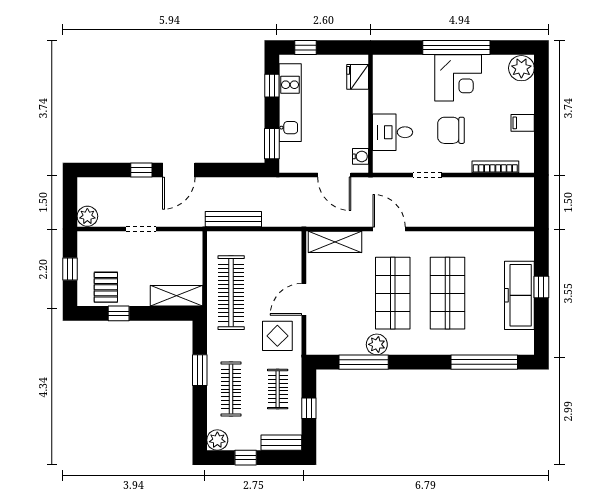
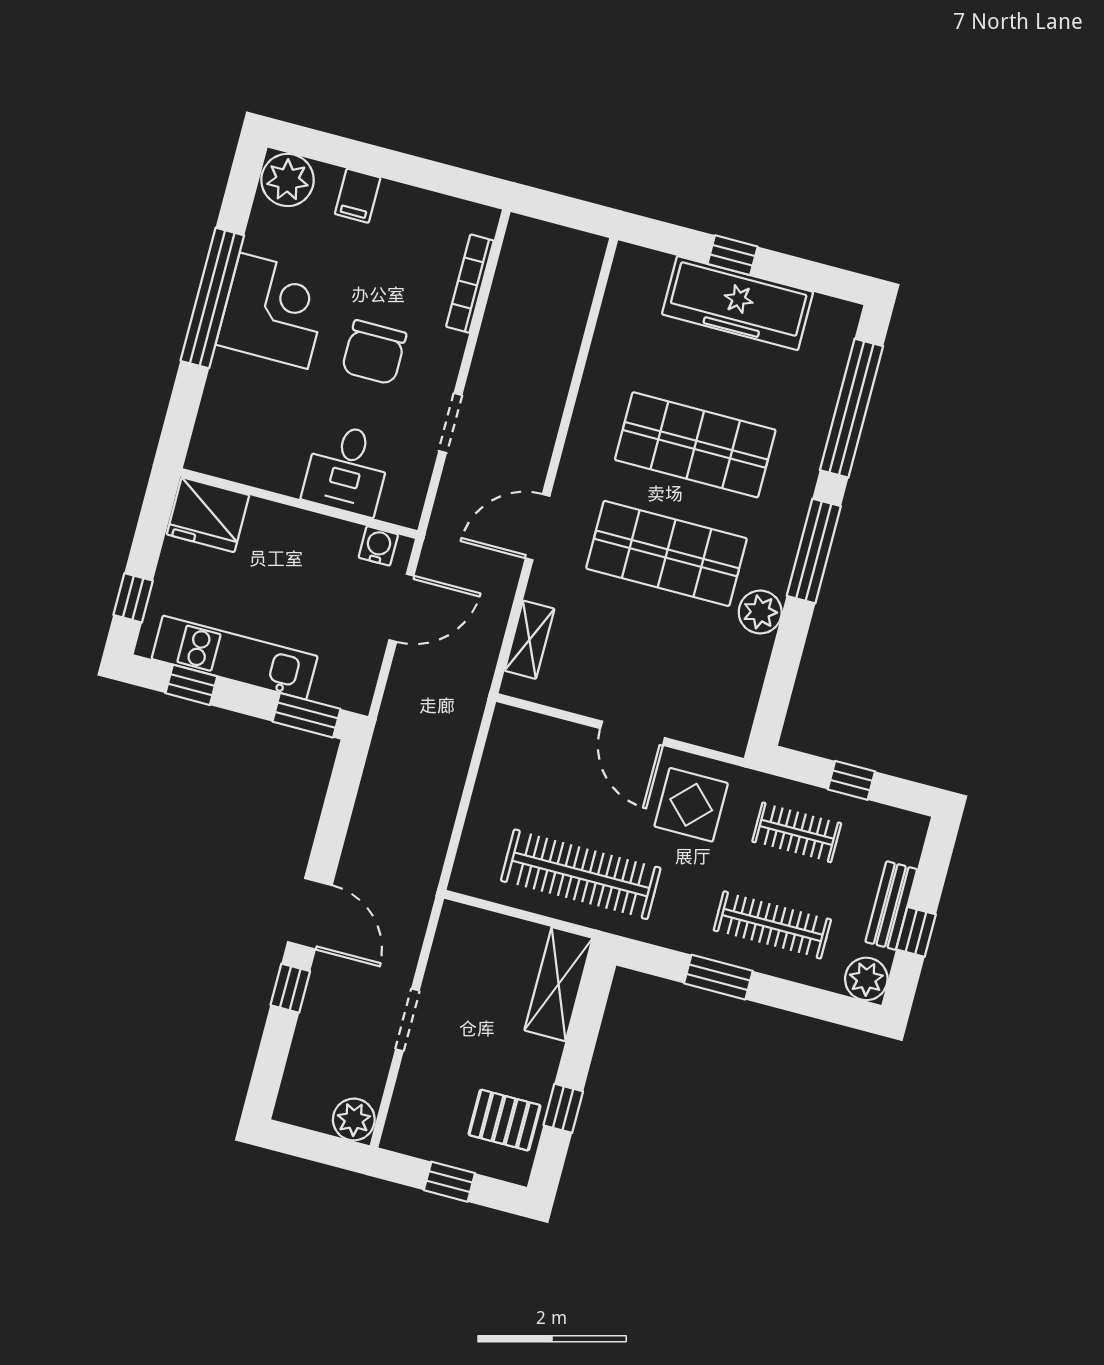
fridge: (358, 77) -> (208, 515), width x1.36, depth x1.34
filing cabinet: (523, 123) -> (358, 196), moved
bench: (233, 219) -> (436, 831), removed
shelving: (335, 242) -> (529, 640), width x0.67, depth x0.75
window: (364, 362) -> (814, 551), moved
bench: (281, 443) -> (891, 906), moved

